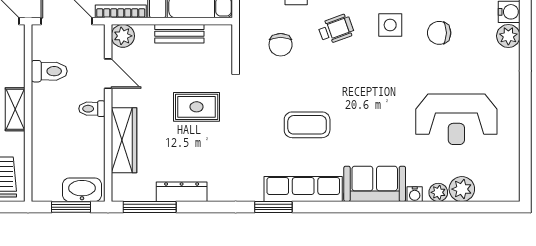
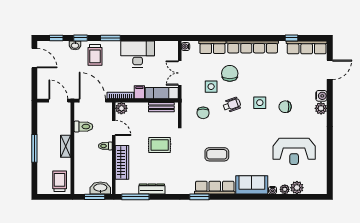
bench: (179, 34) -> (161, 107), moved

